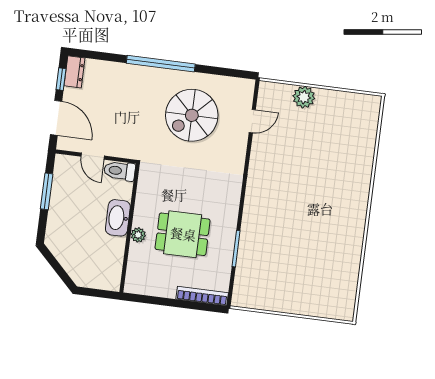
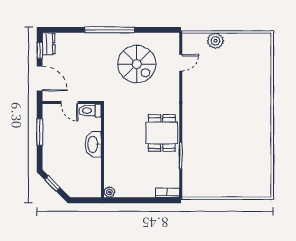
spiral stairs: (192, 115) -> (137, 64), turned -90
dining table: (183, 234) -> (162, 133), moved, turned 90
plant: (138, 235) -> (109, 192), moved
window: (55, 264) -> (52, 184), added
bookcase: (202, 296) -> (167, 193), width x0.64

